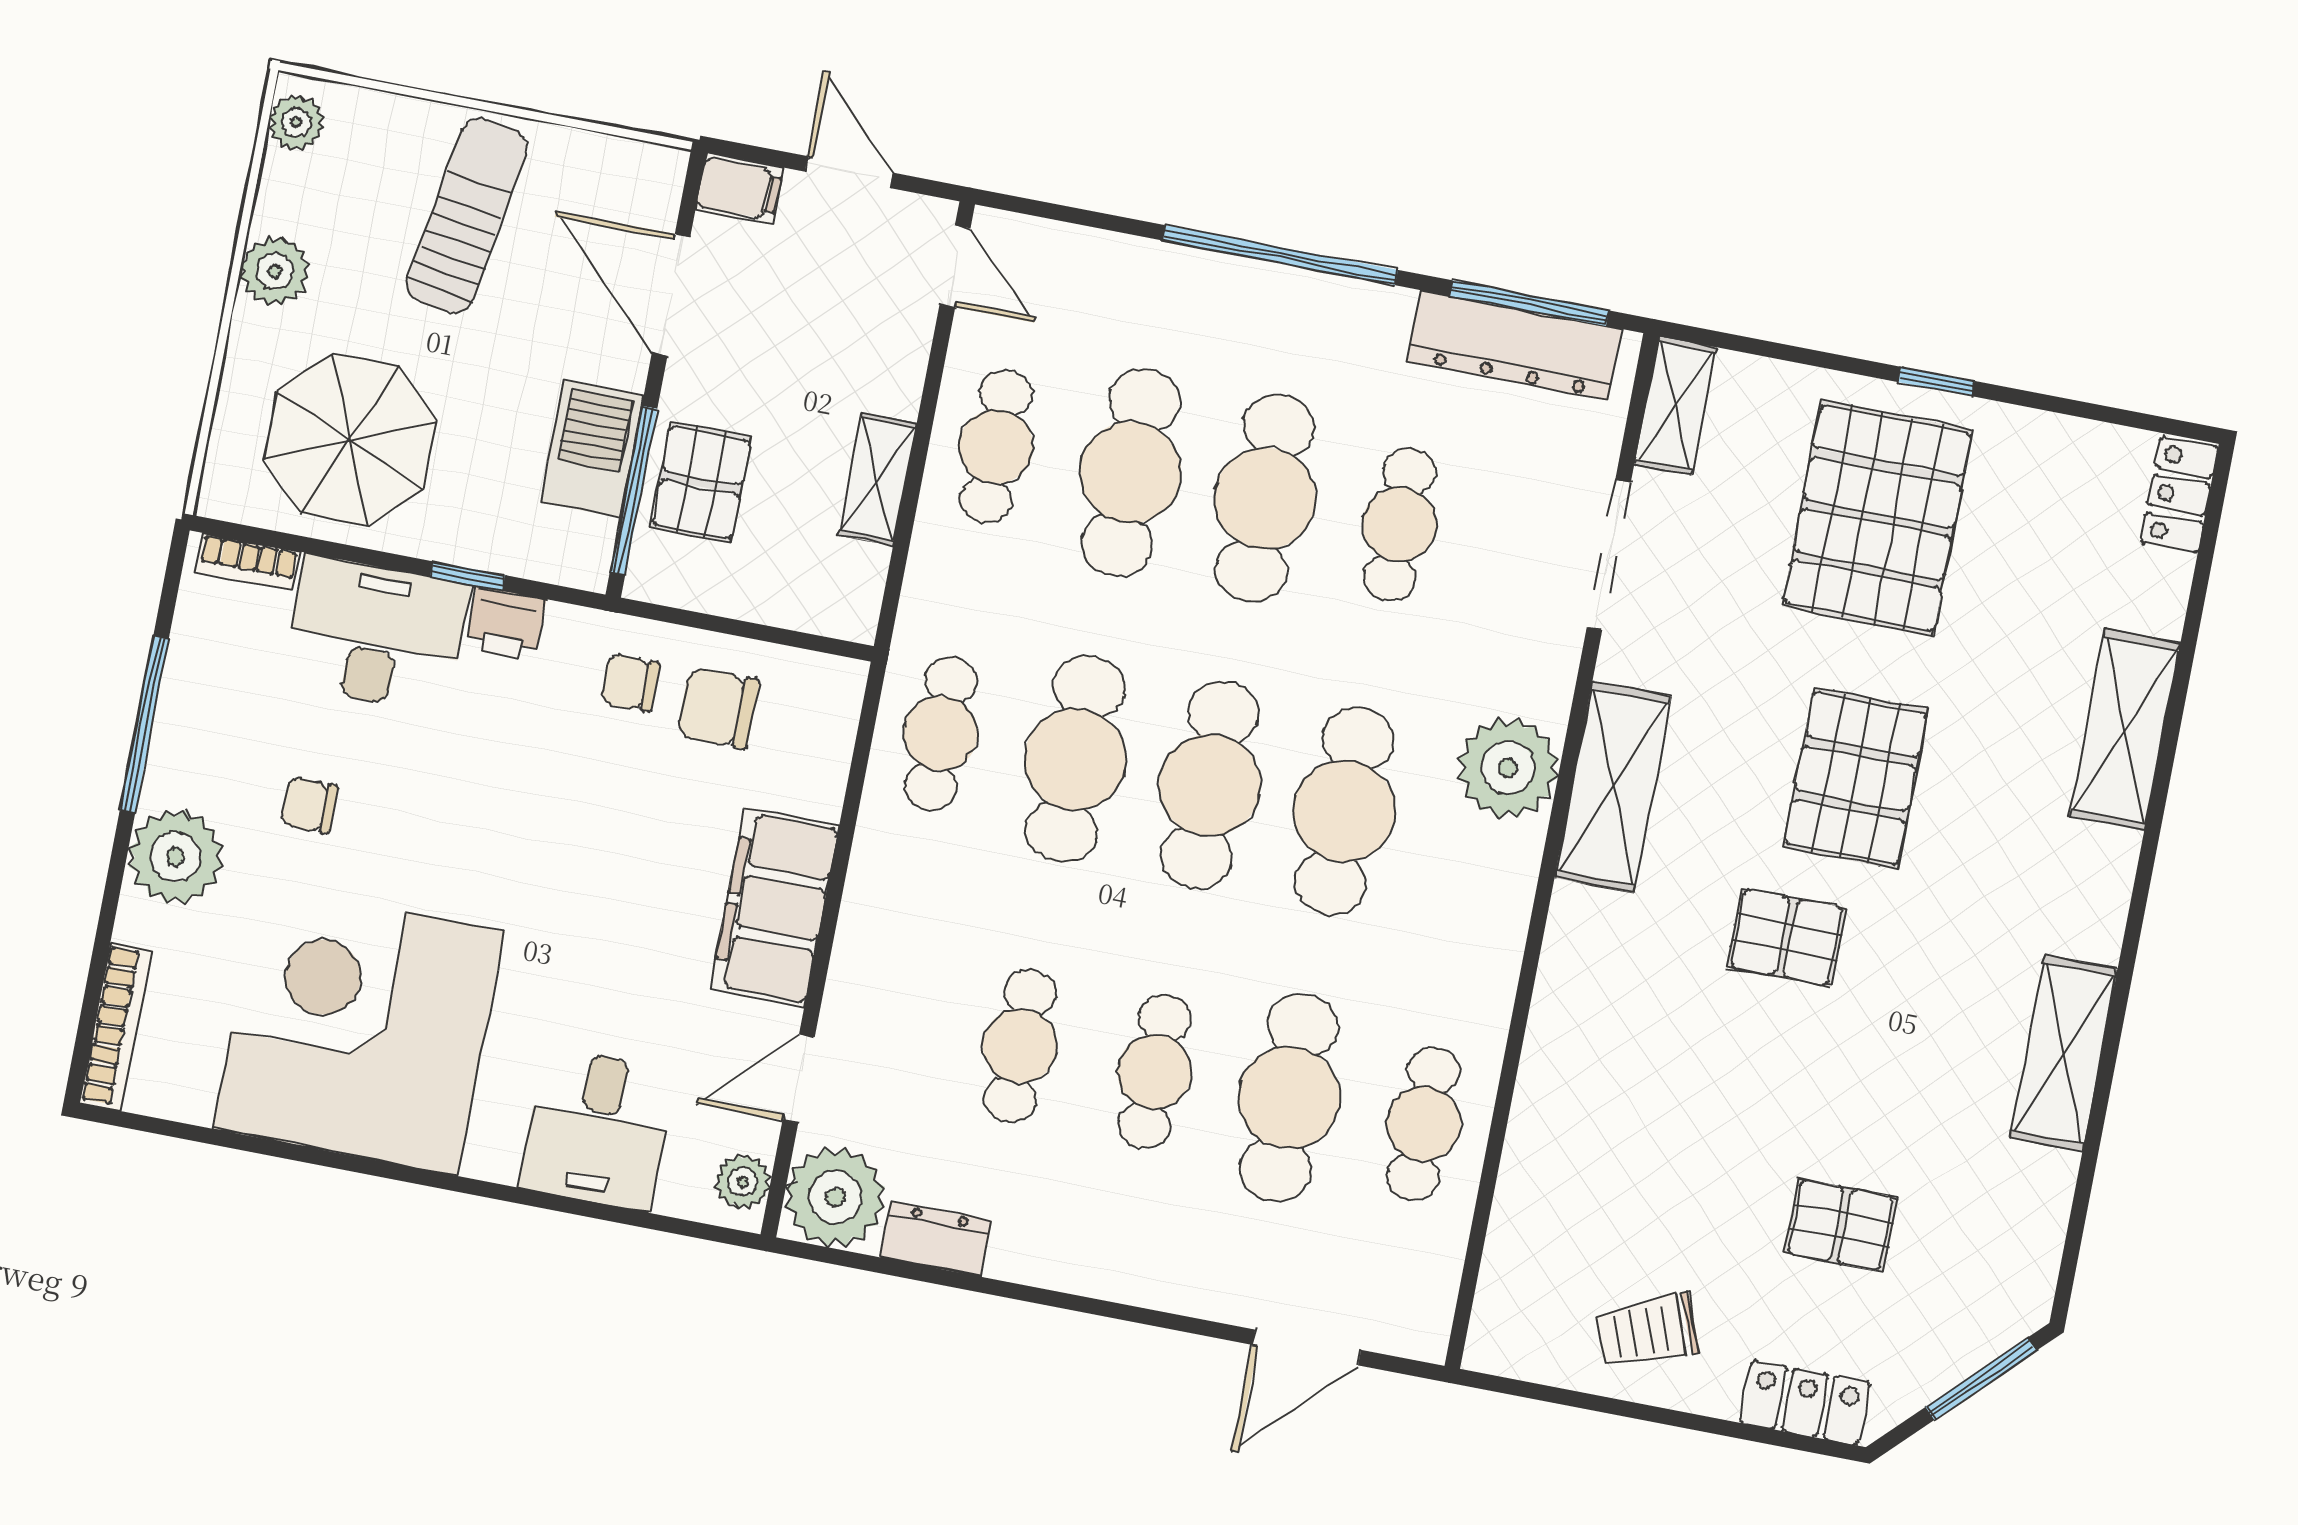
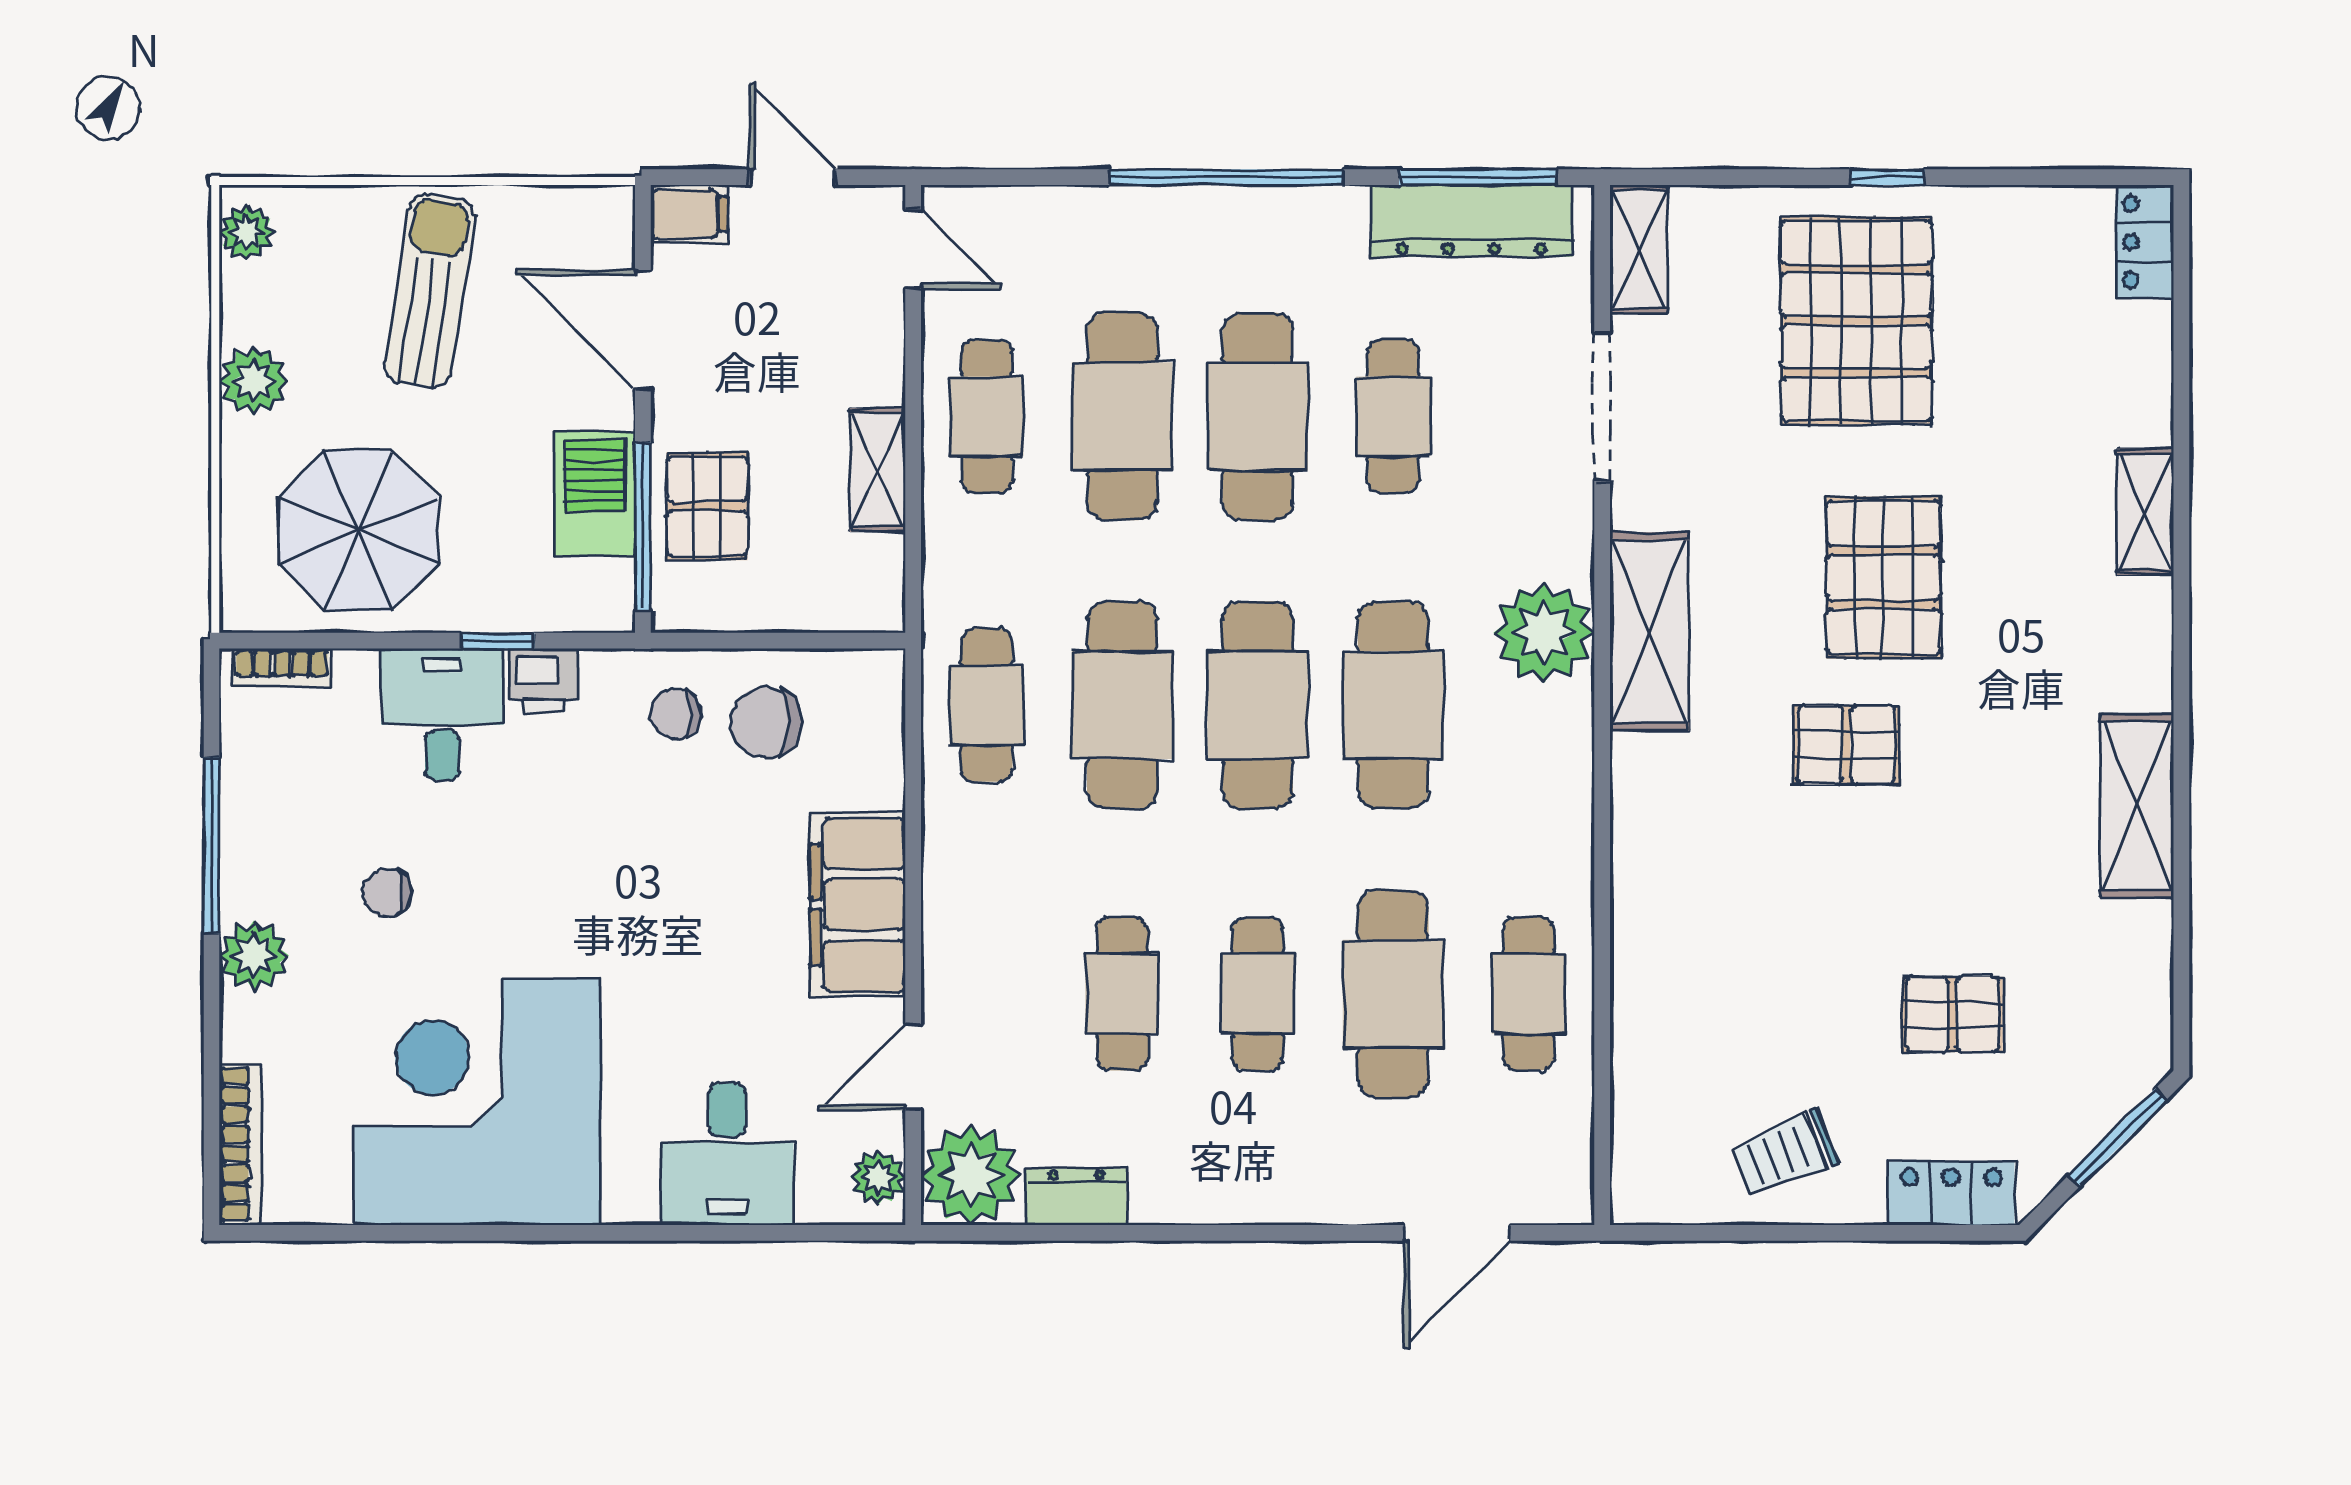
desk: (376, 634) -> (442, 714), width x0.73
shelving: (2125, 730) -> (2145, 512), width x0.67, depth x0.75
plant: (176, 857) -> (254, 955), width x0.73, depth x0.73

